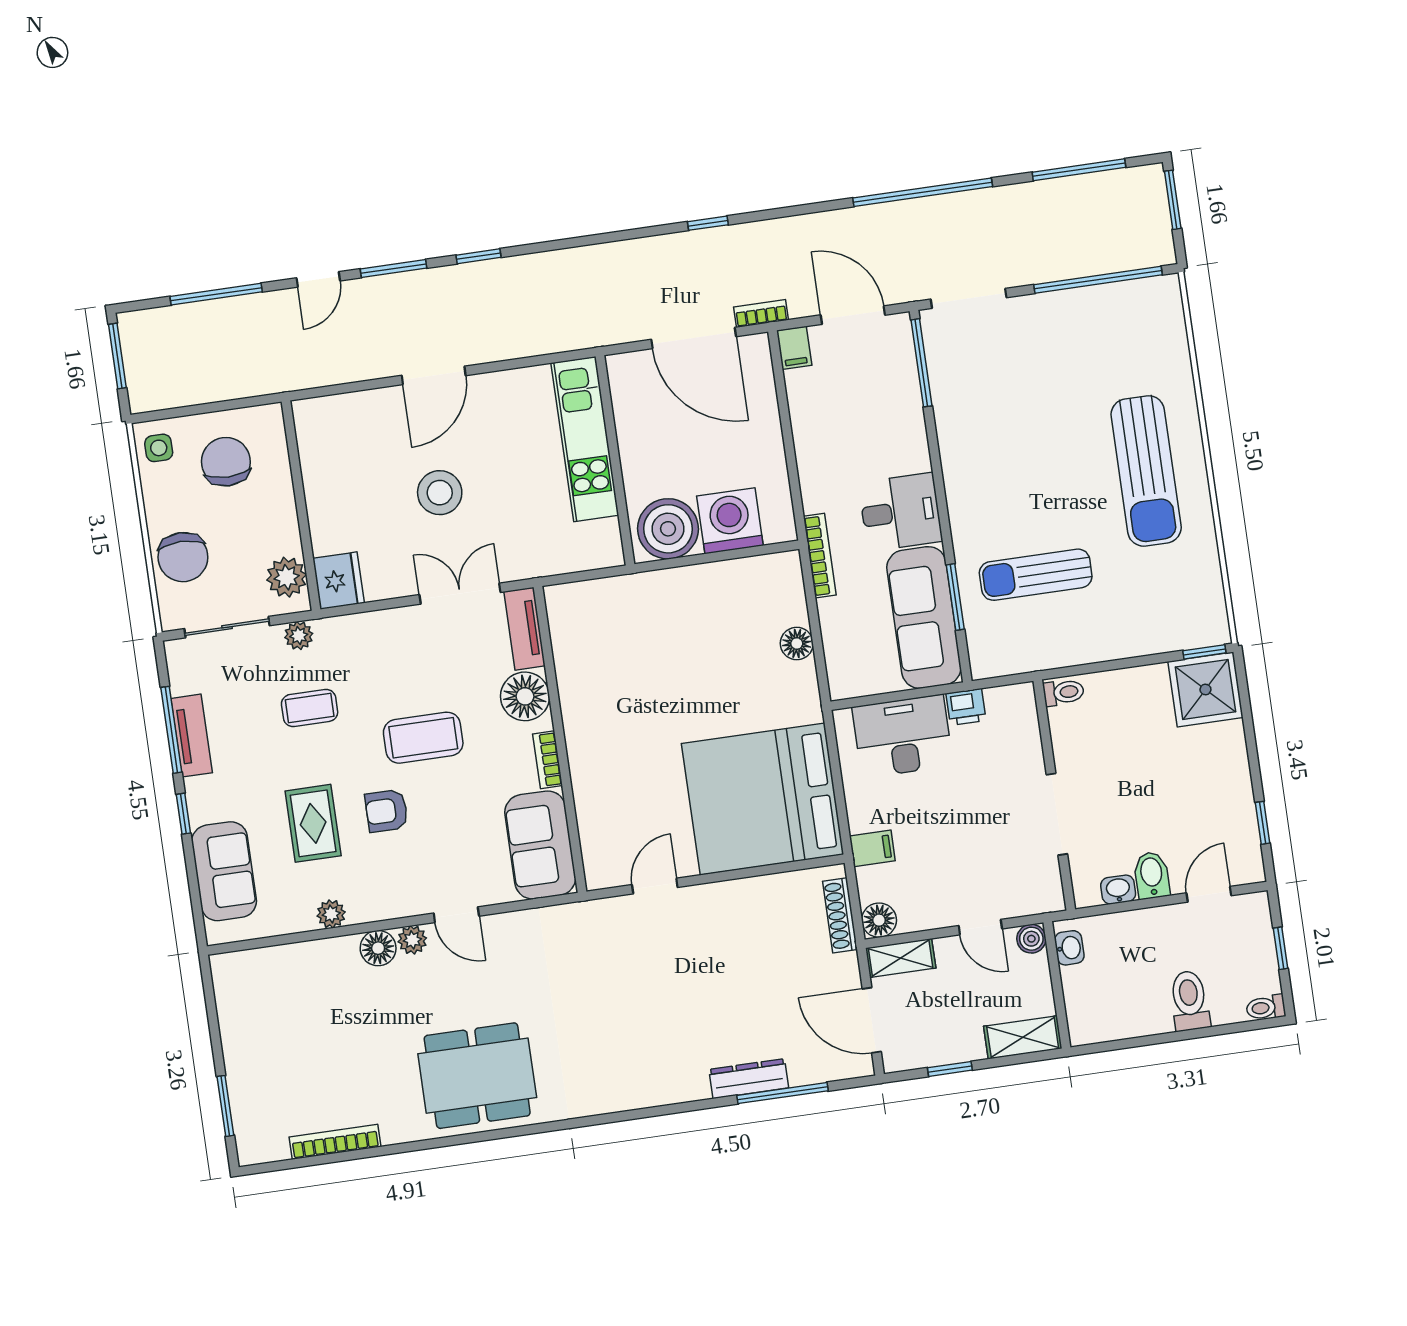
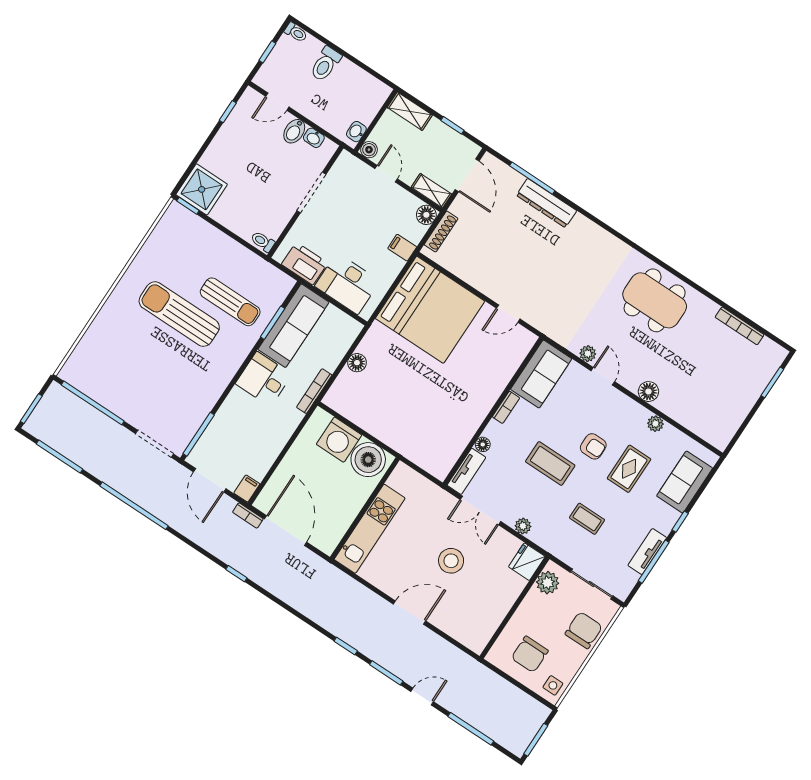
sun lounger: (1146, 471) -> (179, 314), moved, turned -90
plant: (299, 636) -> (523, 526), moved
floor lamp: (525, 696) -> (483, 444), width x0.53, depth x0.53
printer: (966, 707) -> (304, 264), width x1.87, depth x1.48
plant: (412, 940) -> (588, 354), moved
dresser: (749, 1079) -> (546, 203), width x1.37, depth x1.24

